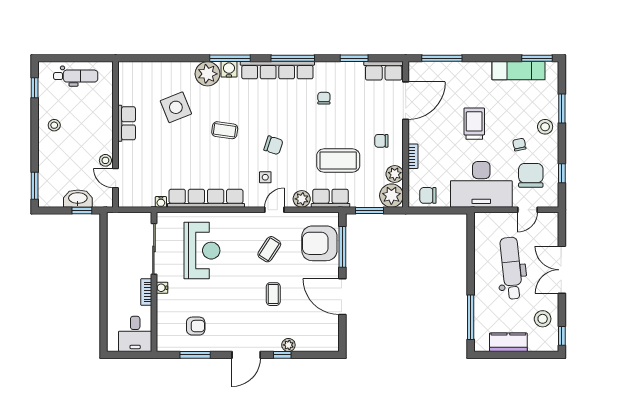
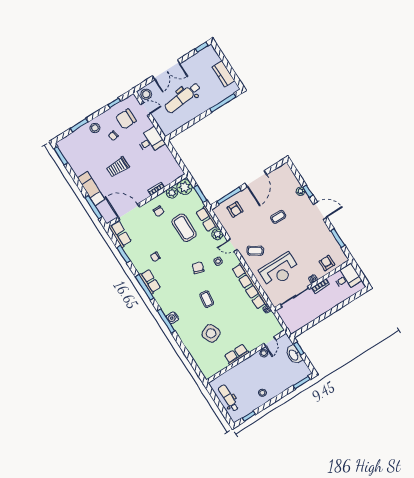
row of seats: (277, 70) -> (150, 281), width x0.50
exam couch: (518, 71) -> (91, 189), moved
plant: (207, 74) -> (182, 328), removed
desk: (481, 184) -> (151, 141), width x0.53, depth x0.77
chair: (428, 195) -> (172, 167), removed
armchair: (319, 243) -> (235, 209), width x0.53, depth x0.53
coffee table: (269, 249) -> (255, 251), moved
reception desk: (202, 251) -> (279, 270), turned 180
stool: (543, 319) -> (146, 94), moved
armchair: (196, 326) -> (327, 263), moved

